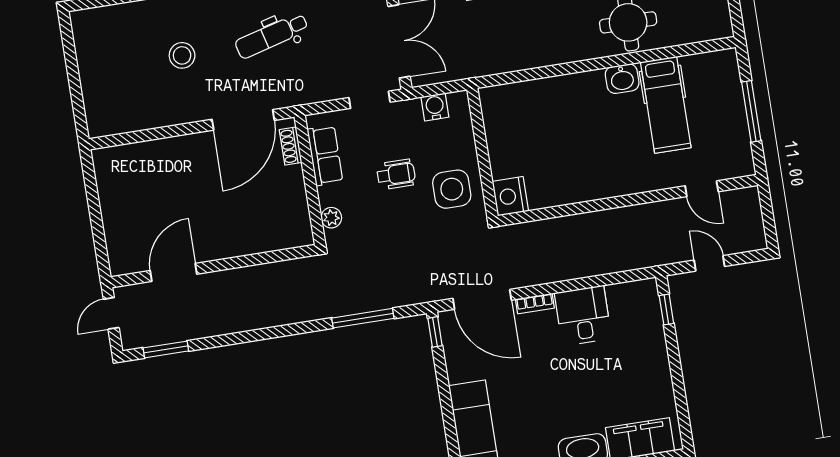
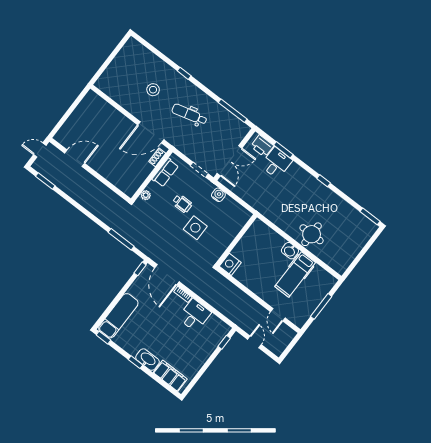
wall: (482, 153) -> (236, 240), moved
nightstand: (510, 196) -> (230, 264), moved

